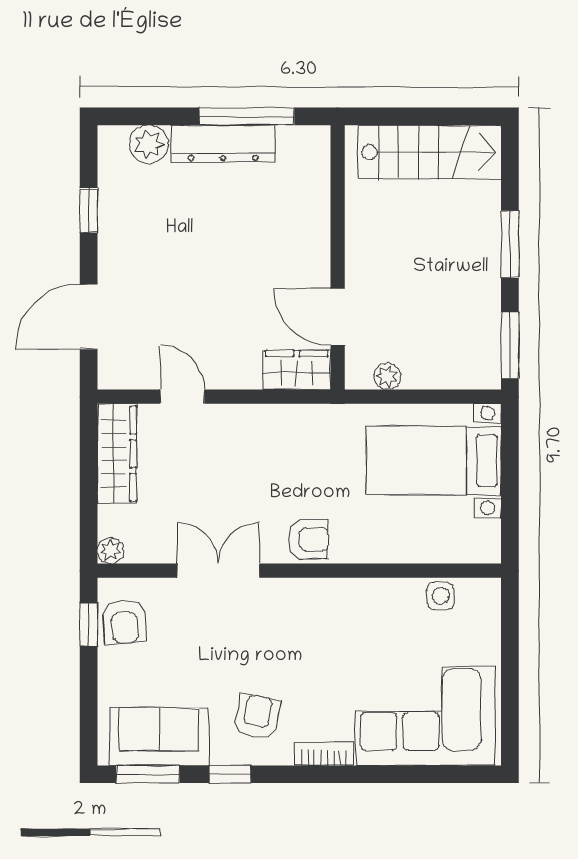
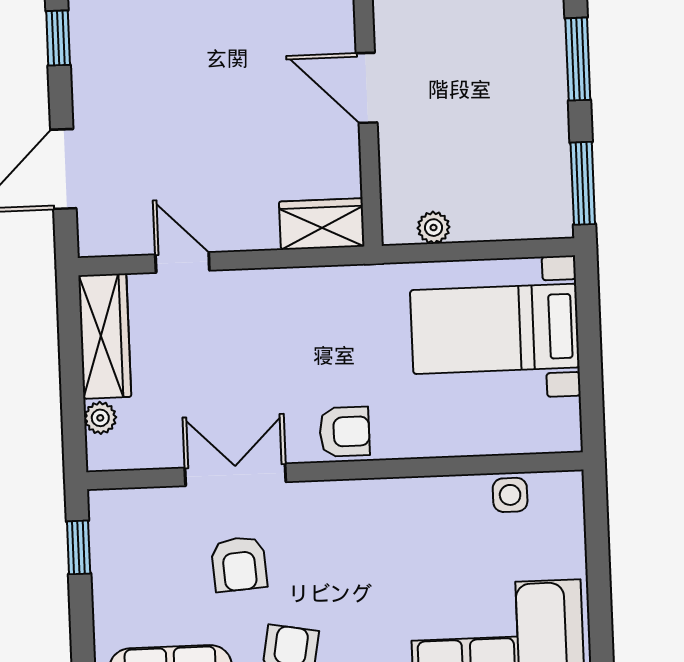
door: (338, 317) -> (367, 88), moved
plant: (111, 550) -> (100, 418), moved
armchair: (124, 622) -> (239, 564), moved

